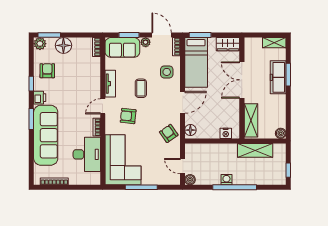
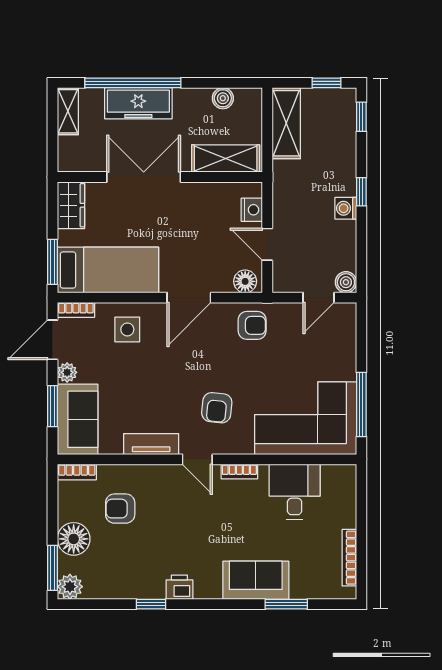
armchair: (47, 71) -> (120, 509), moved
window: (288, 75) -> (133, 83), width x2.11
double door: (242, 80) -> (144, 177), swing flipped
coffee table: (141, 88) -> (160, 382), removed
door: (182, 102) -> (189, 298), swing flipped
window: (31, 119) -> (286, 604), moved
armchair: (169, 133) -> (252, 325), turned -145
boiler: (281, 133) -> (223, 98), moved
sofa: (46, 135) -> (256, 580), width x0.54, depth x0.79
door: (209, 141) -> (267, 244), added
shelving: (255, 150) -> (286, 123), moved
desk: (87, 154) -> (295, 492), width x0.73
window: (141, 187) -> (361, 404), moved
window: (235, 187) -> (361, 192), width x0.32
window: (272, 187) -> (361, 117), added

